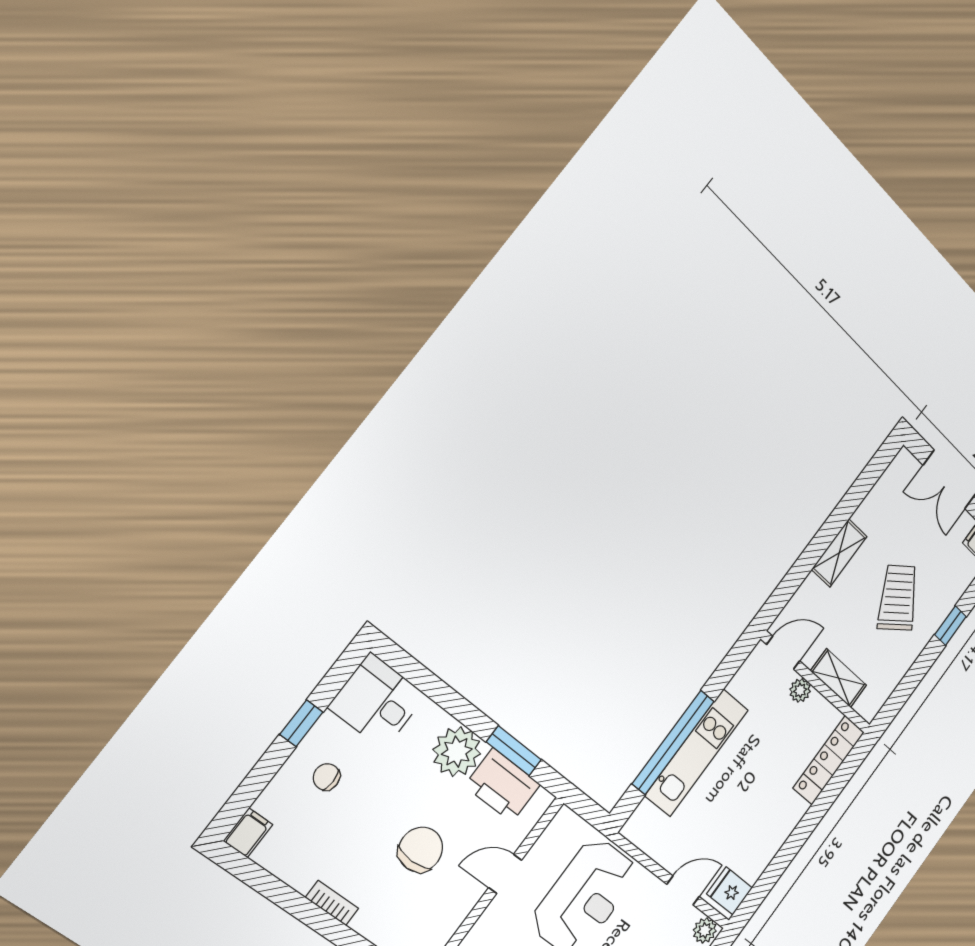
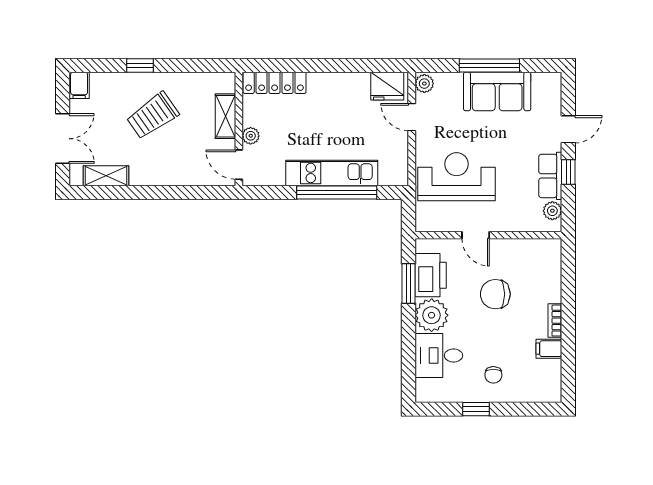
shelving: (839, 553) -> (106, 176), moved
desk: (377, 701) -> (439, 355), moved, turned 90
filing cabinet: (248, 833) -> (549, 349), moved
fridge: (730, 891) -> (387, 86), width x1.38

